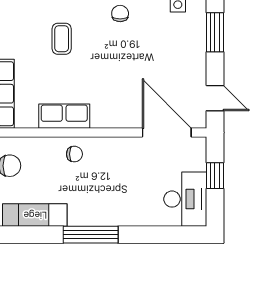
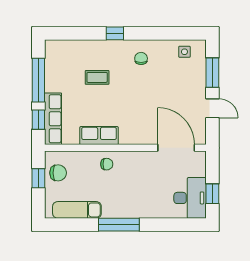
coffee table: (62, 39) -> (97, 77), turned 90
door: (215, 98) -> (212, 108), moved
window: (215, 176) -> (212, 194), moved

